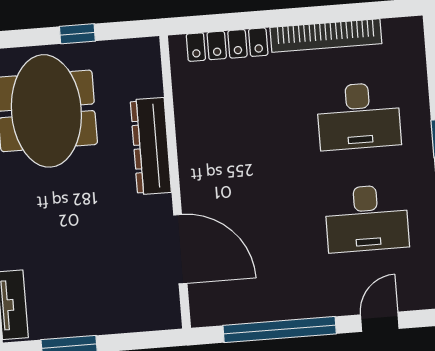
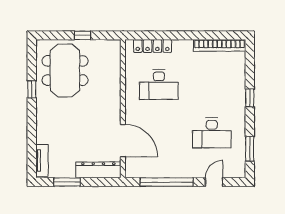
bookcase: (326, 36) -> (220, 45), moved
desk: (359, 116) -> (159, 84), moved
dresser: (151, 146) -> (98, 170), moved, turned 90

